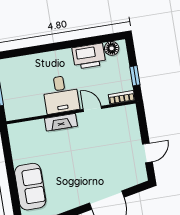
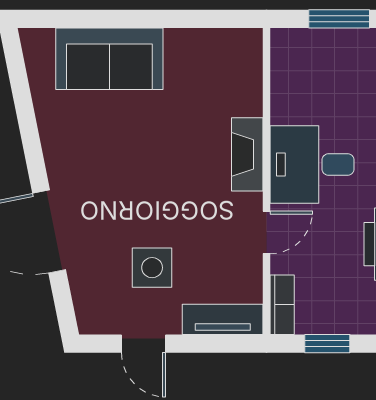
tv unit: (132, 121) -> (223, 319), added
side table: (115, 155) -> (152, 268), added

